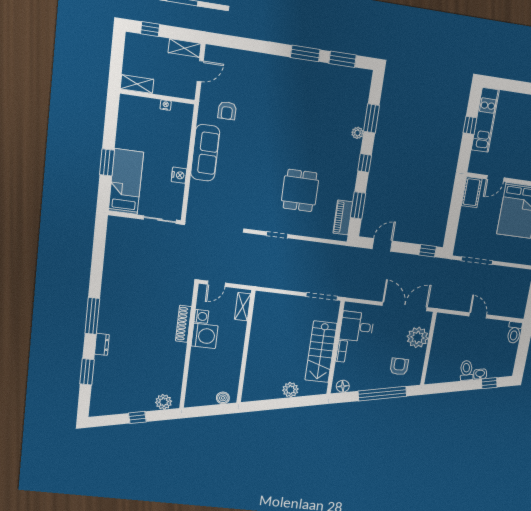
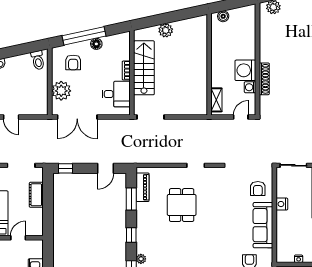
cot: (472, 192) -> (36, 195), moved
armchair: (206, 198) -> (258, 189), added
toilet: (466, 370) -> (38, 60), moved
floor lamp: (343, 386) -> (96, 44), moved

